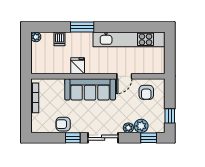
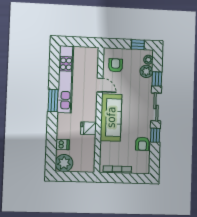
window: (82, 27) -> (53, 101), moved
plant: (36, 37) -> (64, 163), width x1.87, depth x1.87
armchair: (146, 92) -> (116, 65), turned -90
plant: (128, 128) -> (148, 60), moved
window: (149, 138) -> (157, 79), moved

